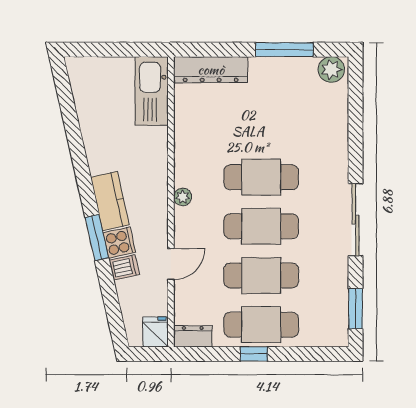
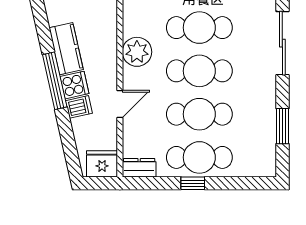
plant: (183, 197) -> (137, 52), width x1.87, depth x1.87
sliding door: (356, 220) -> (282, 43), moved
window: (97, 238) -> (55, 81), width x1.44
window: (356, 309) -> (282, 126), moved
fridge: (156, 332) -> (102, 164), width x1.38

